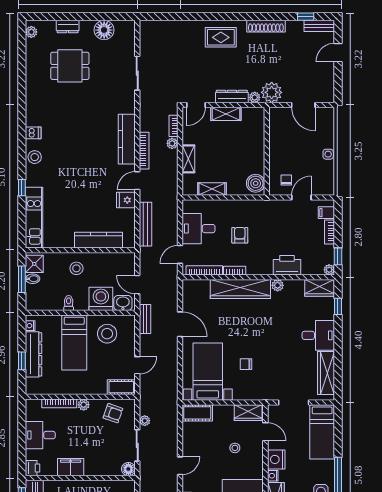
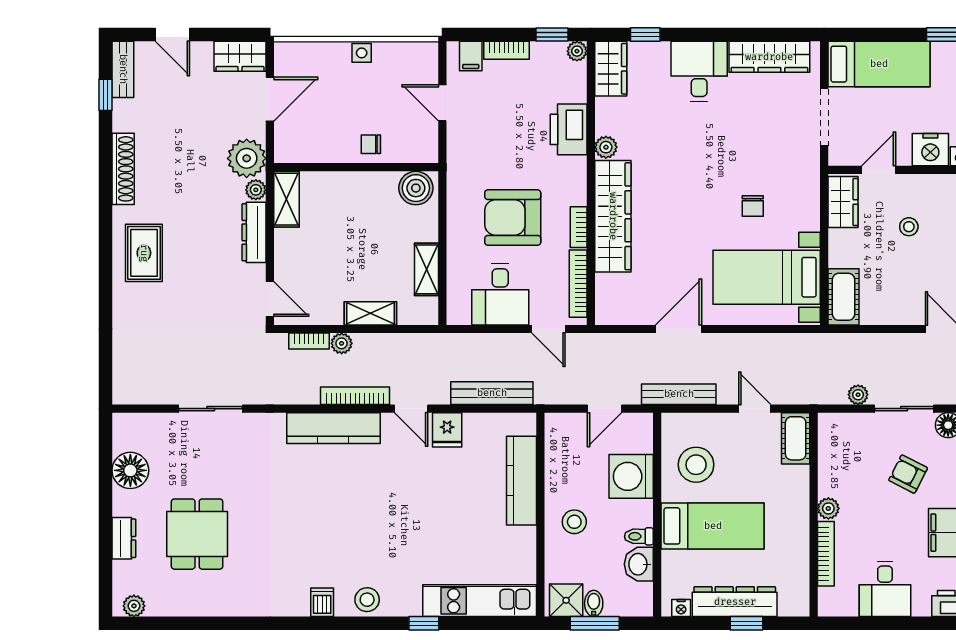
wardrobe: (326, 89) -> (240, 56), added
shelving: (226, 114) -> (286, 199), moved
chair: (286, 180) -> (371, 144), moved
armchair: (240, 235) -> (513, 218), width x1.88, depth x1.88
washbasin: (123, 303) -> (639, 564), moved
bench: (145, 319) -> (679, 394), width x1.36
armchair: (113, 413) -> (908, 474), moved, turned -82

